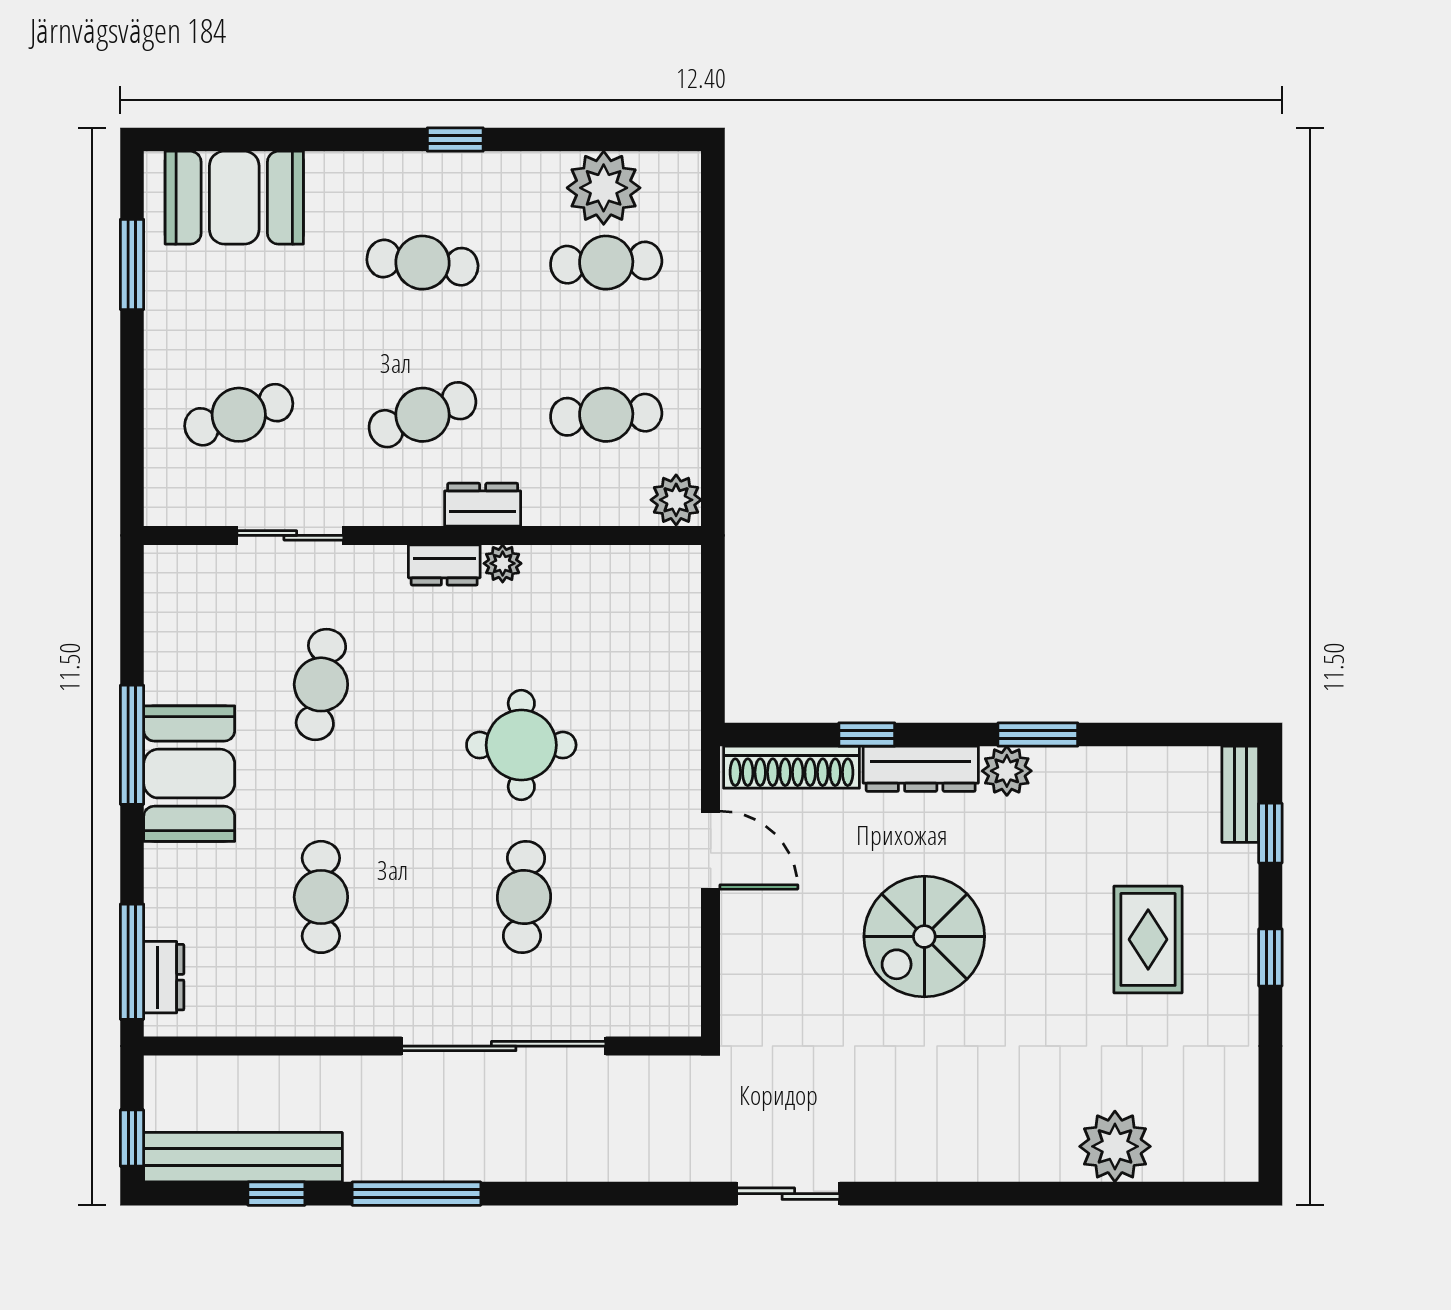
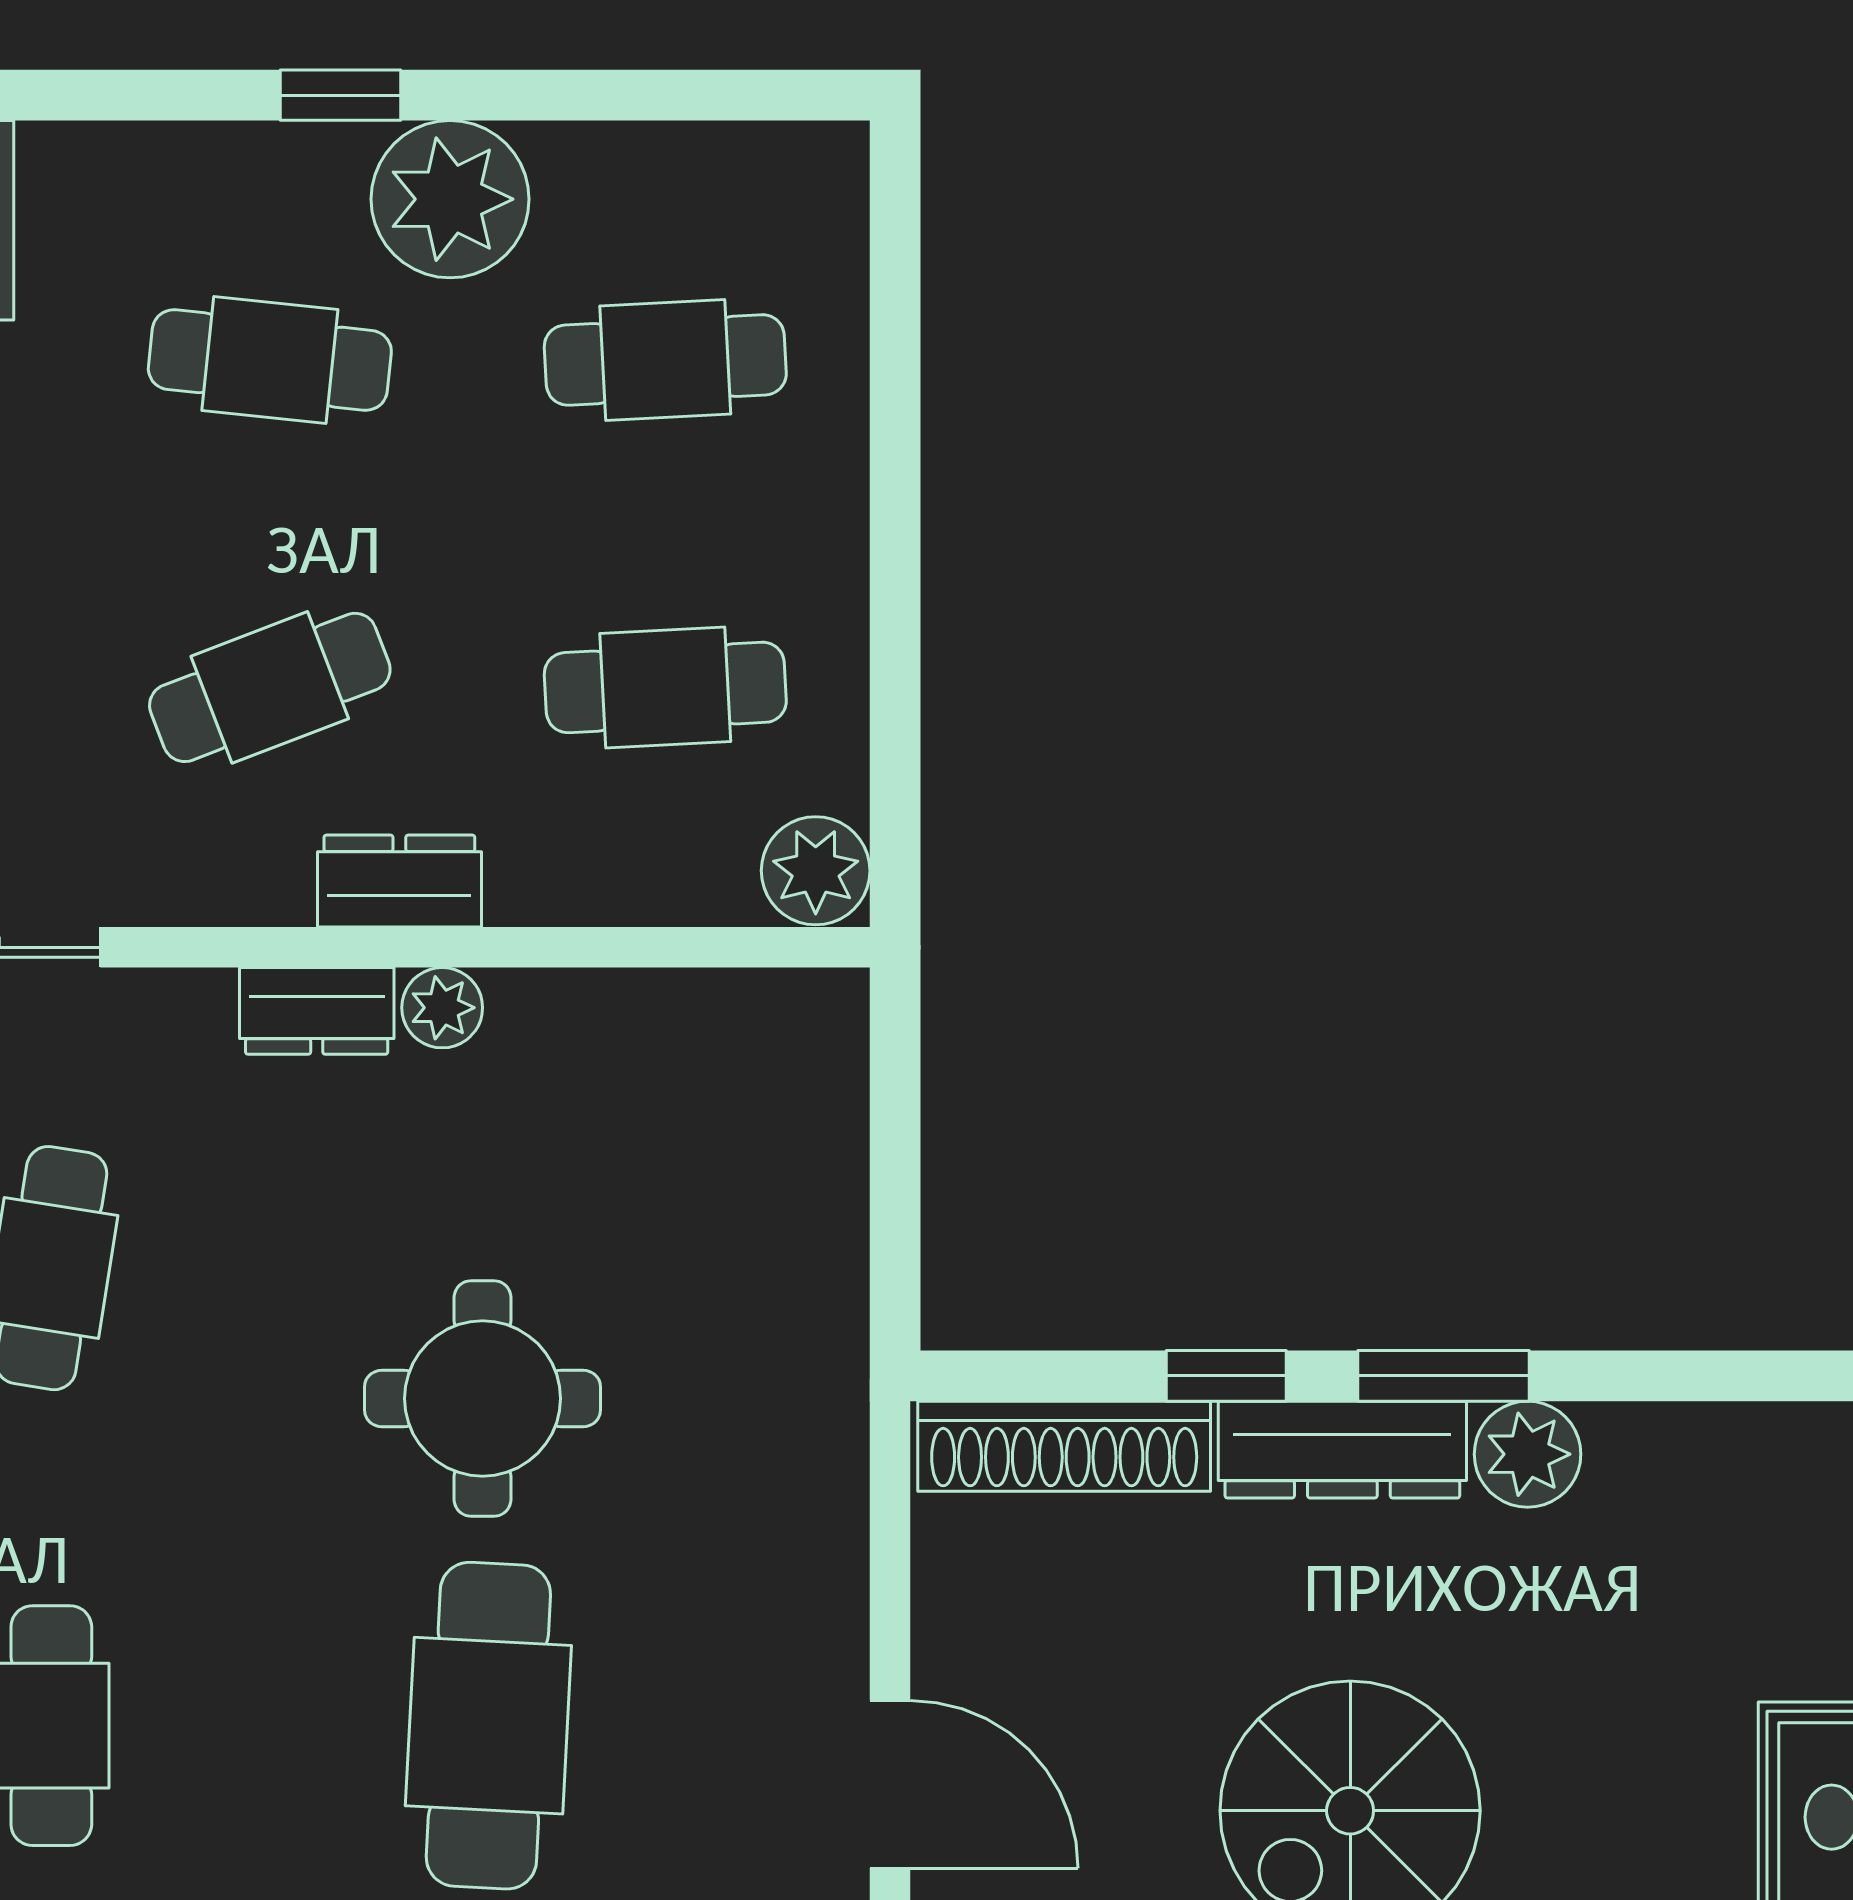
plant: (604, 188) -> (450, 199), moved
window: (1038, 734) -> (1443, 1376), moved
door: (711, 850) -> (890, 1784), moved
cafe table: (524, 897) -> (488, 1726), width x1.37, depth x1.35

